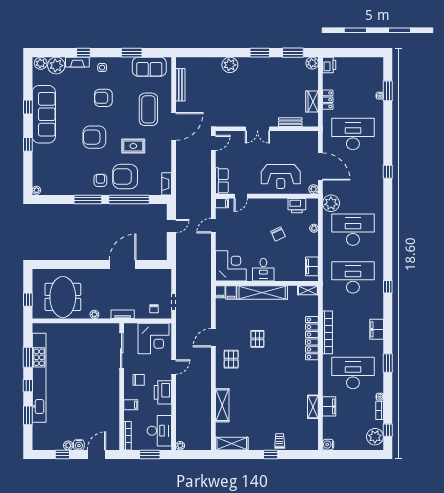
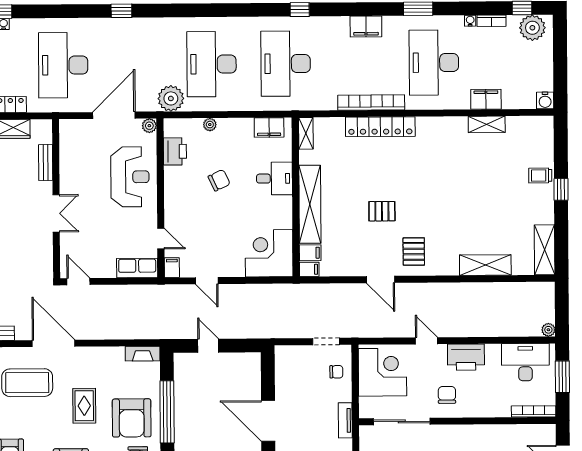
desk: (263, 270) -> (274, 178), moved
pallet: (231, 359) -> (414, 251), turned 90
filing cabinet: (131, 405) -> (486, 407), removed

